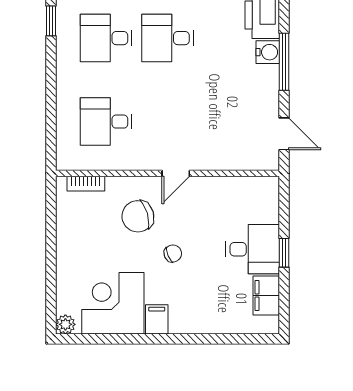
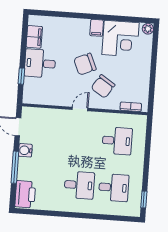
water cooler: (268, 52) -> (25, 150), moved
chair: (138, 216) -> (103, 86), turned 139
window: (284, 253) -> (21, 76), moved
chair: (173, 254) -> (85, 64), width x1.87, depth x1.87

